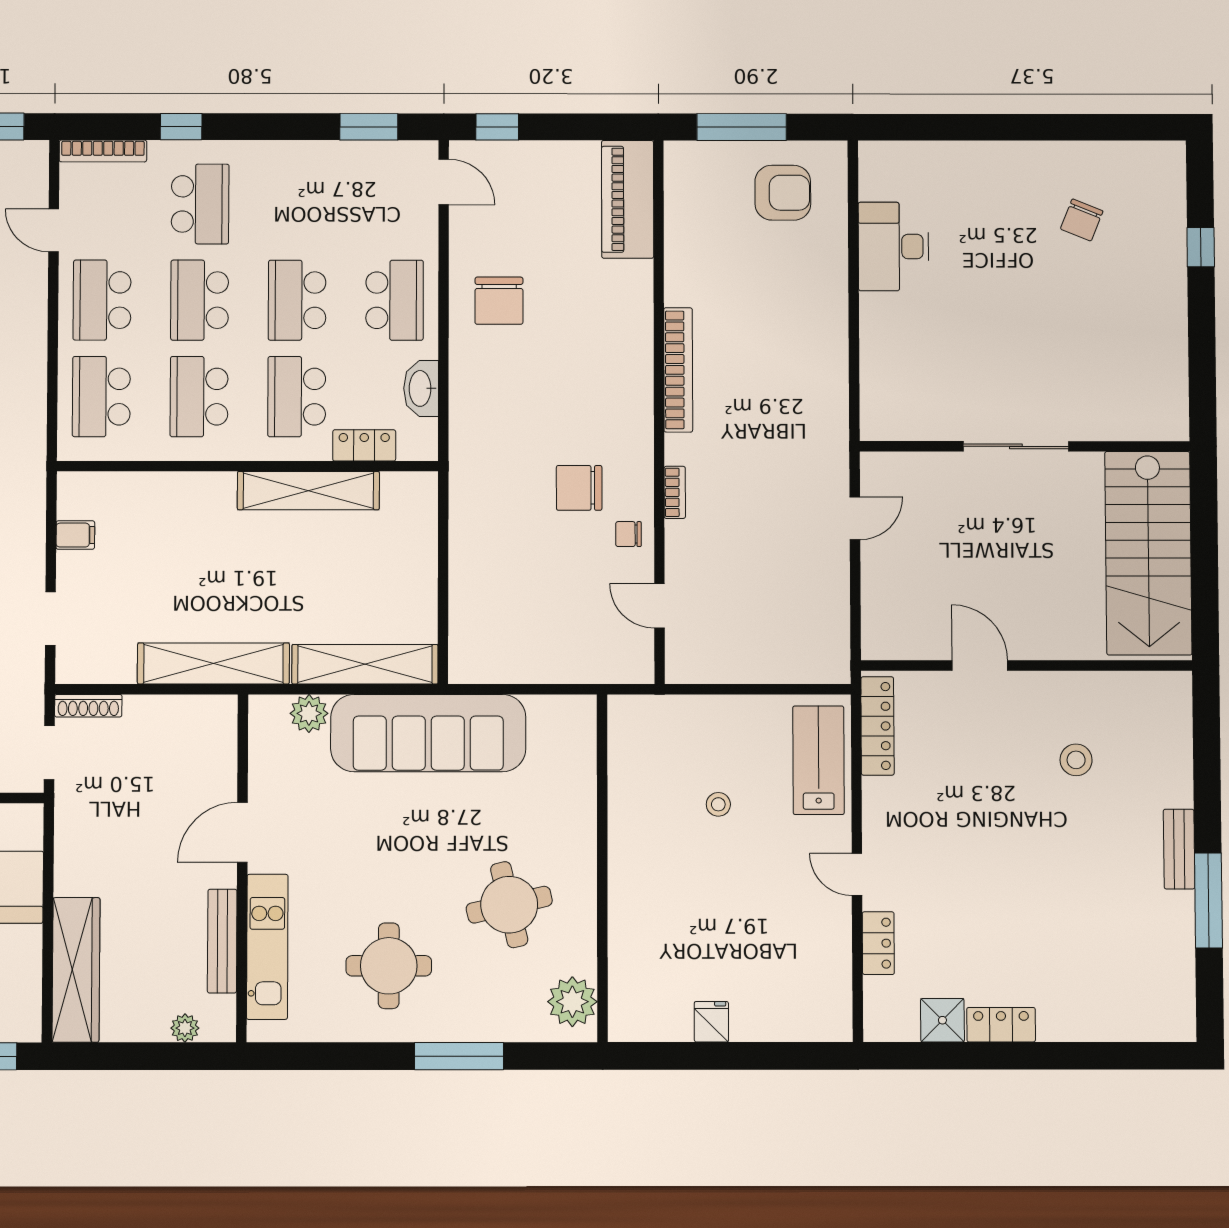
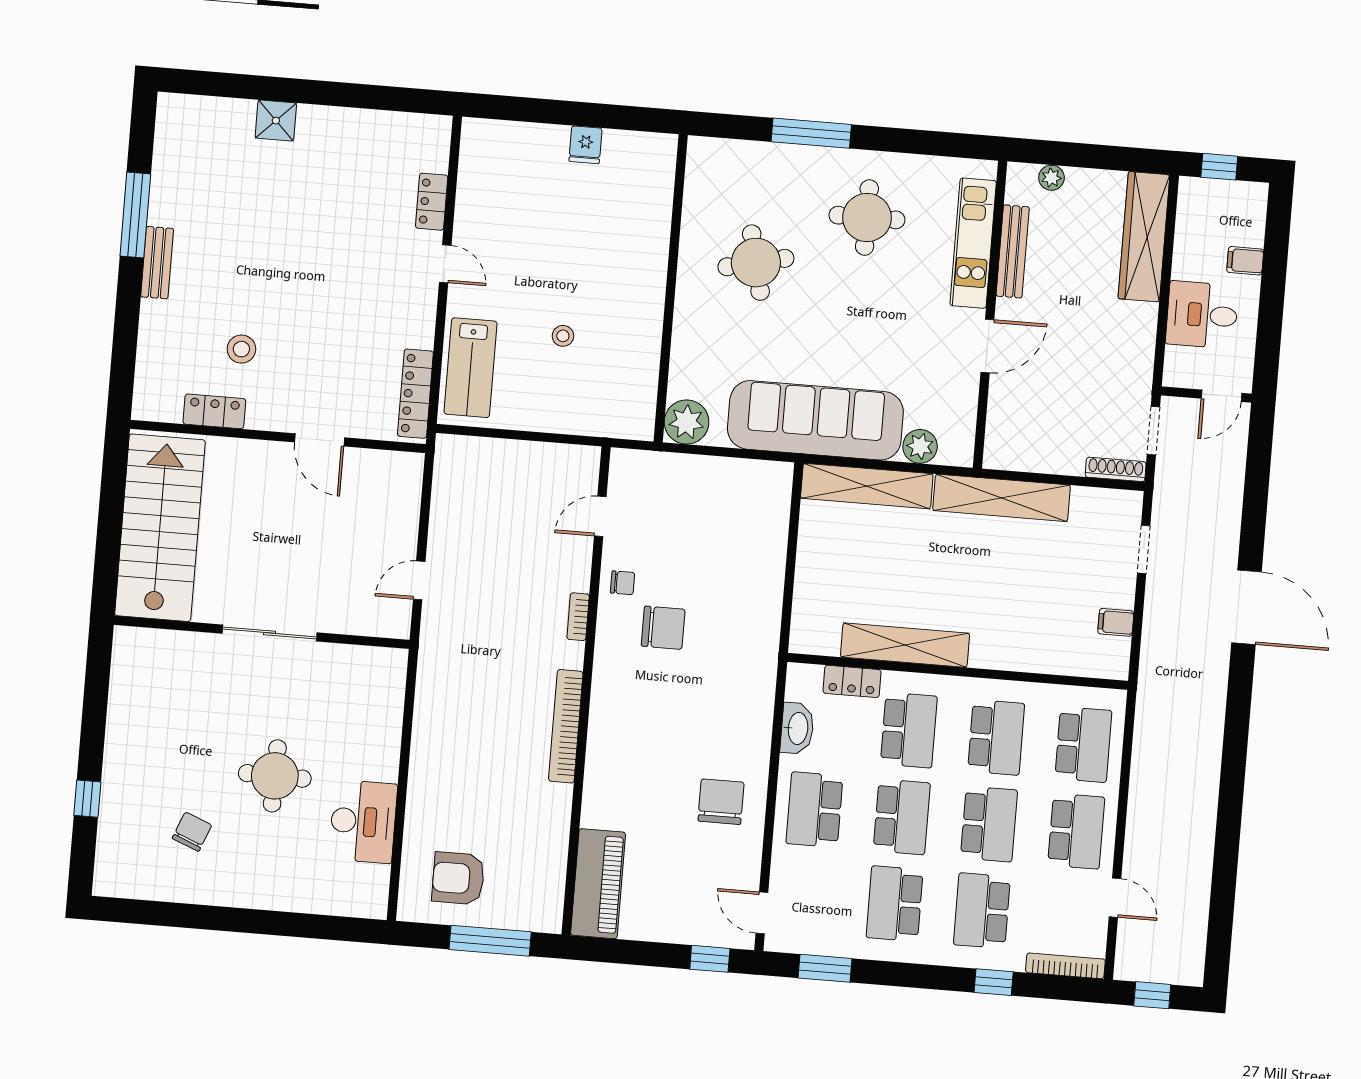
school desk: (297, 204) -> (895, 904), added
round table: (996, 289) -> (275, 776), added
door: (659, 606) -> (600, 516), swing flipped
plant: (572, 1002) -> (687, 422), moved
shower: (942, 1020) -> (276, 121), moved
locker: (1001, 1025) -> (214, 411), moved, turned 180

